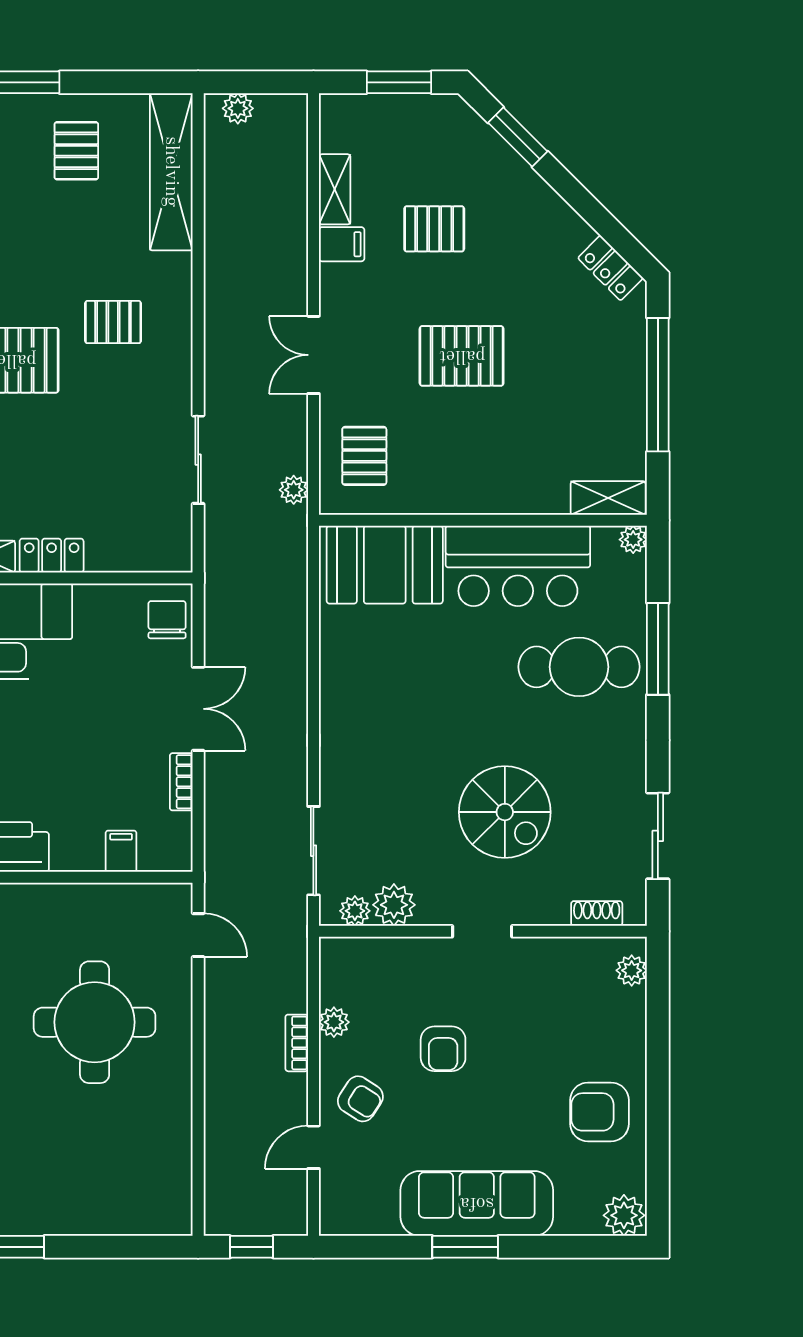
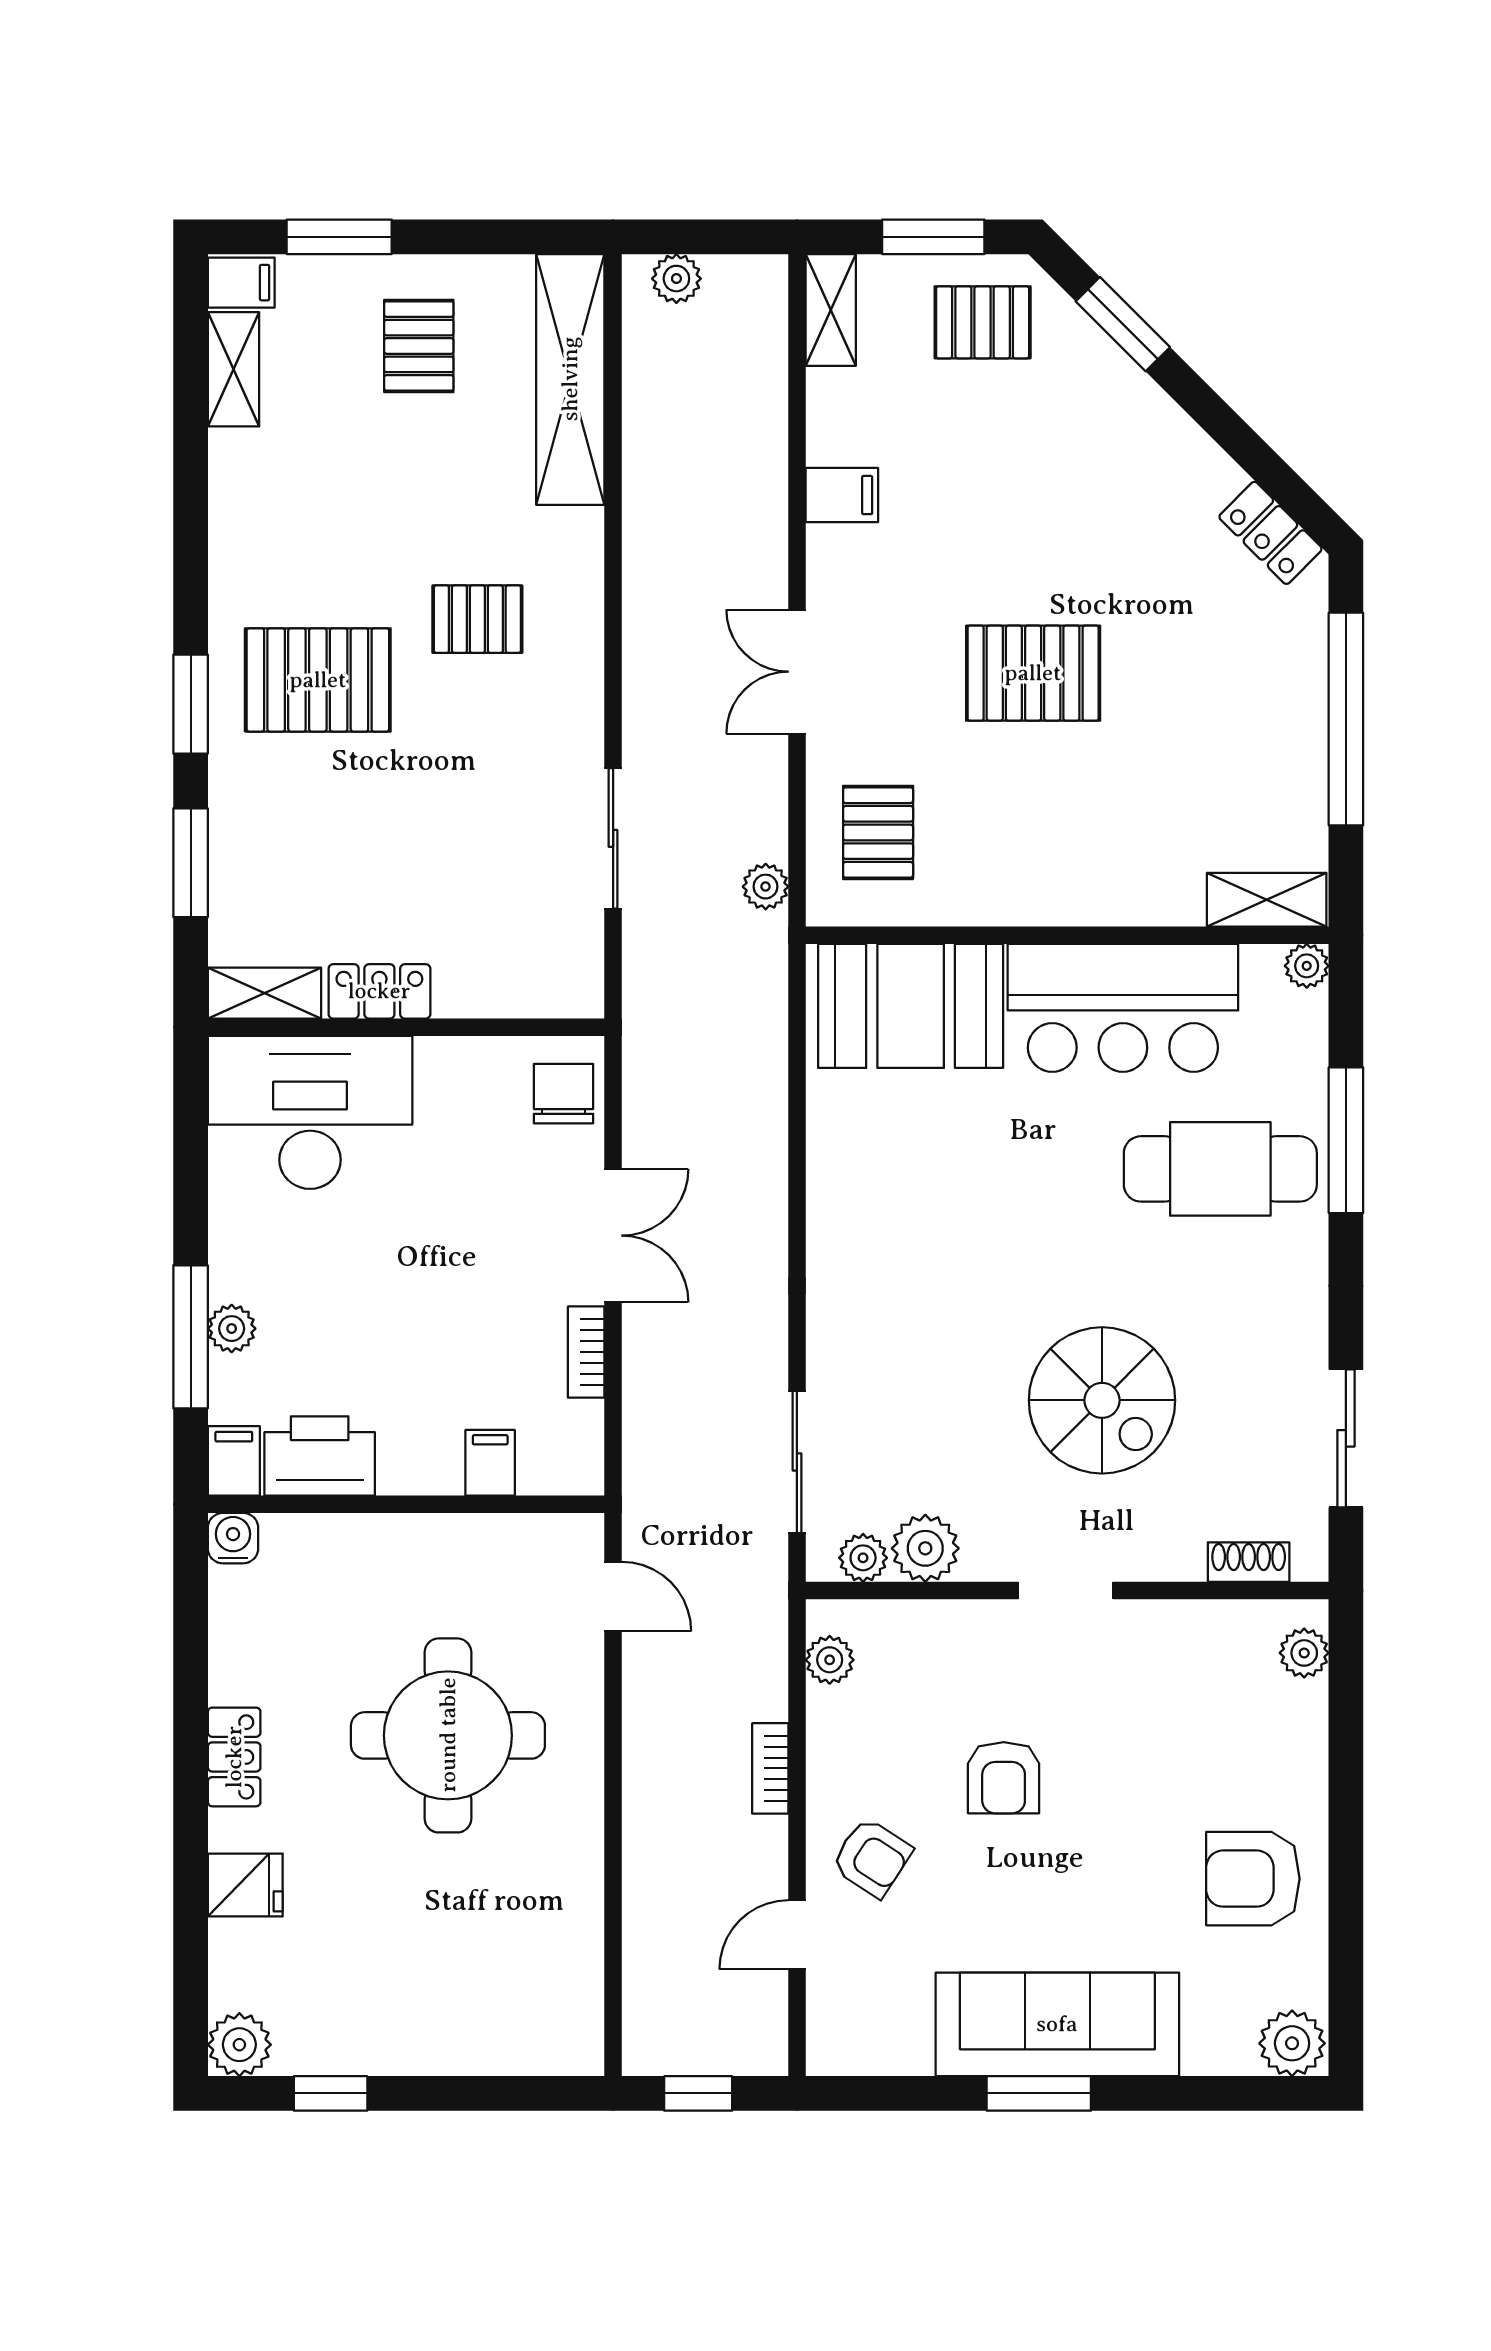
shelving: (335, 189) -> (831, 310), moved
pallet: (434, 229) -> (983, 322), moved
plant: (334, 1022) -> (830, 1660), moved

